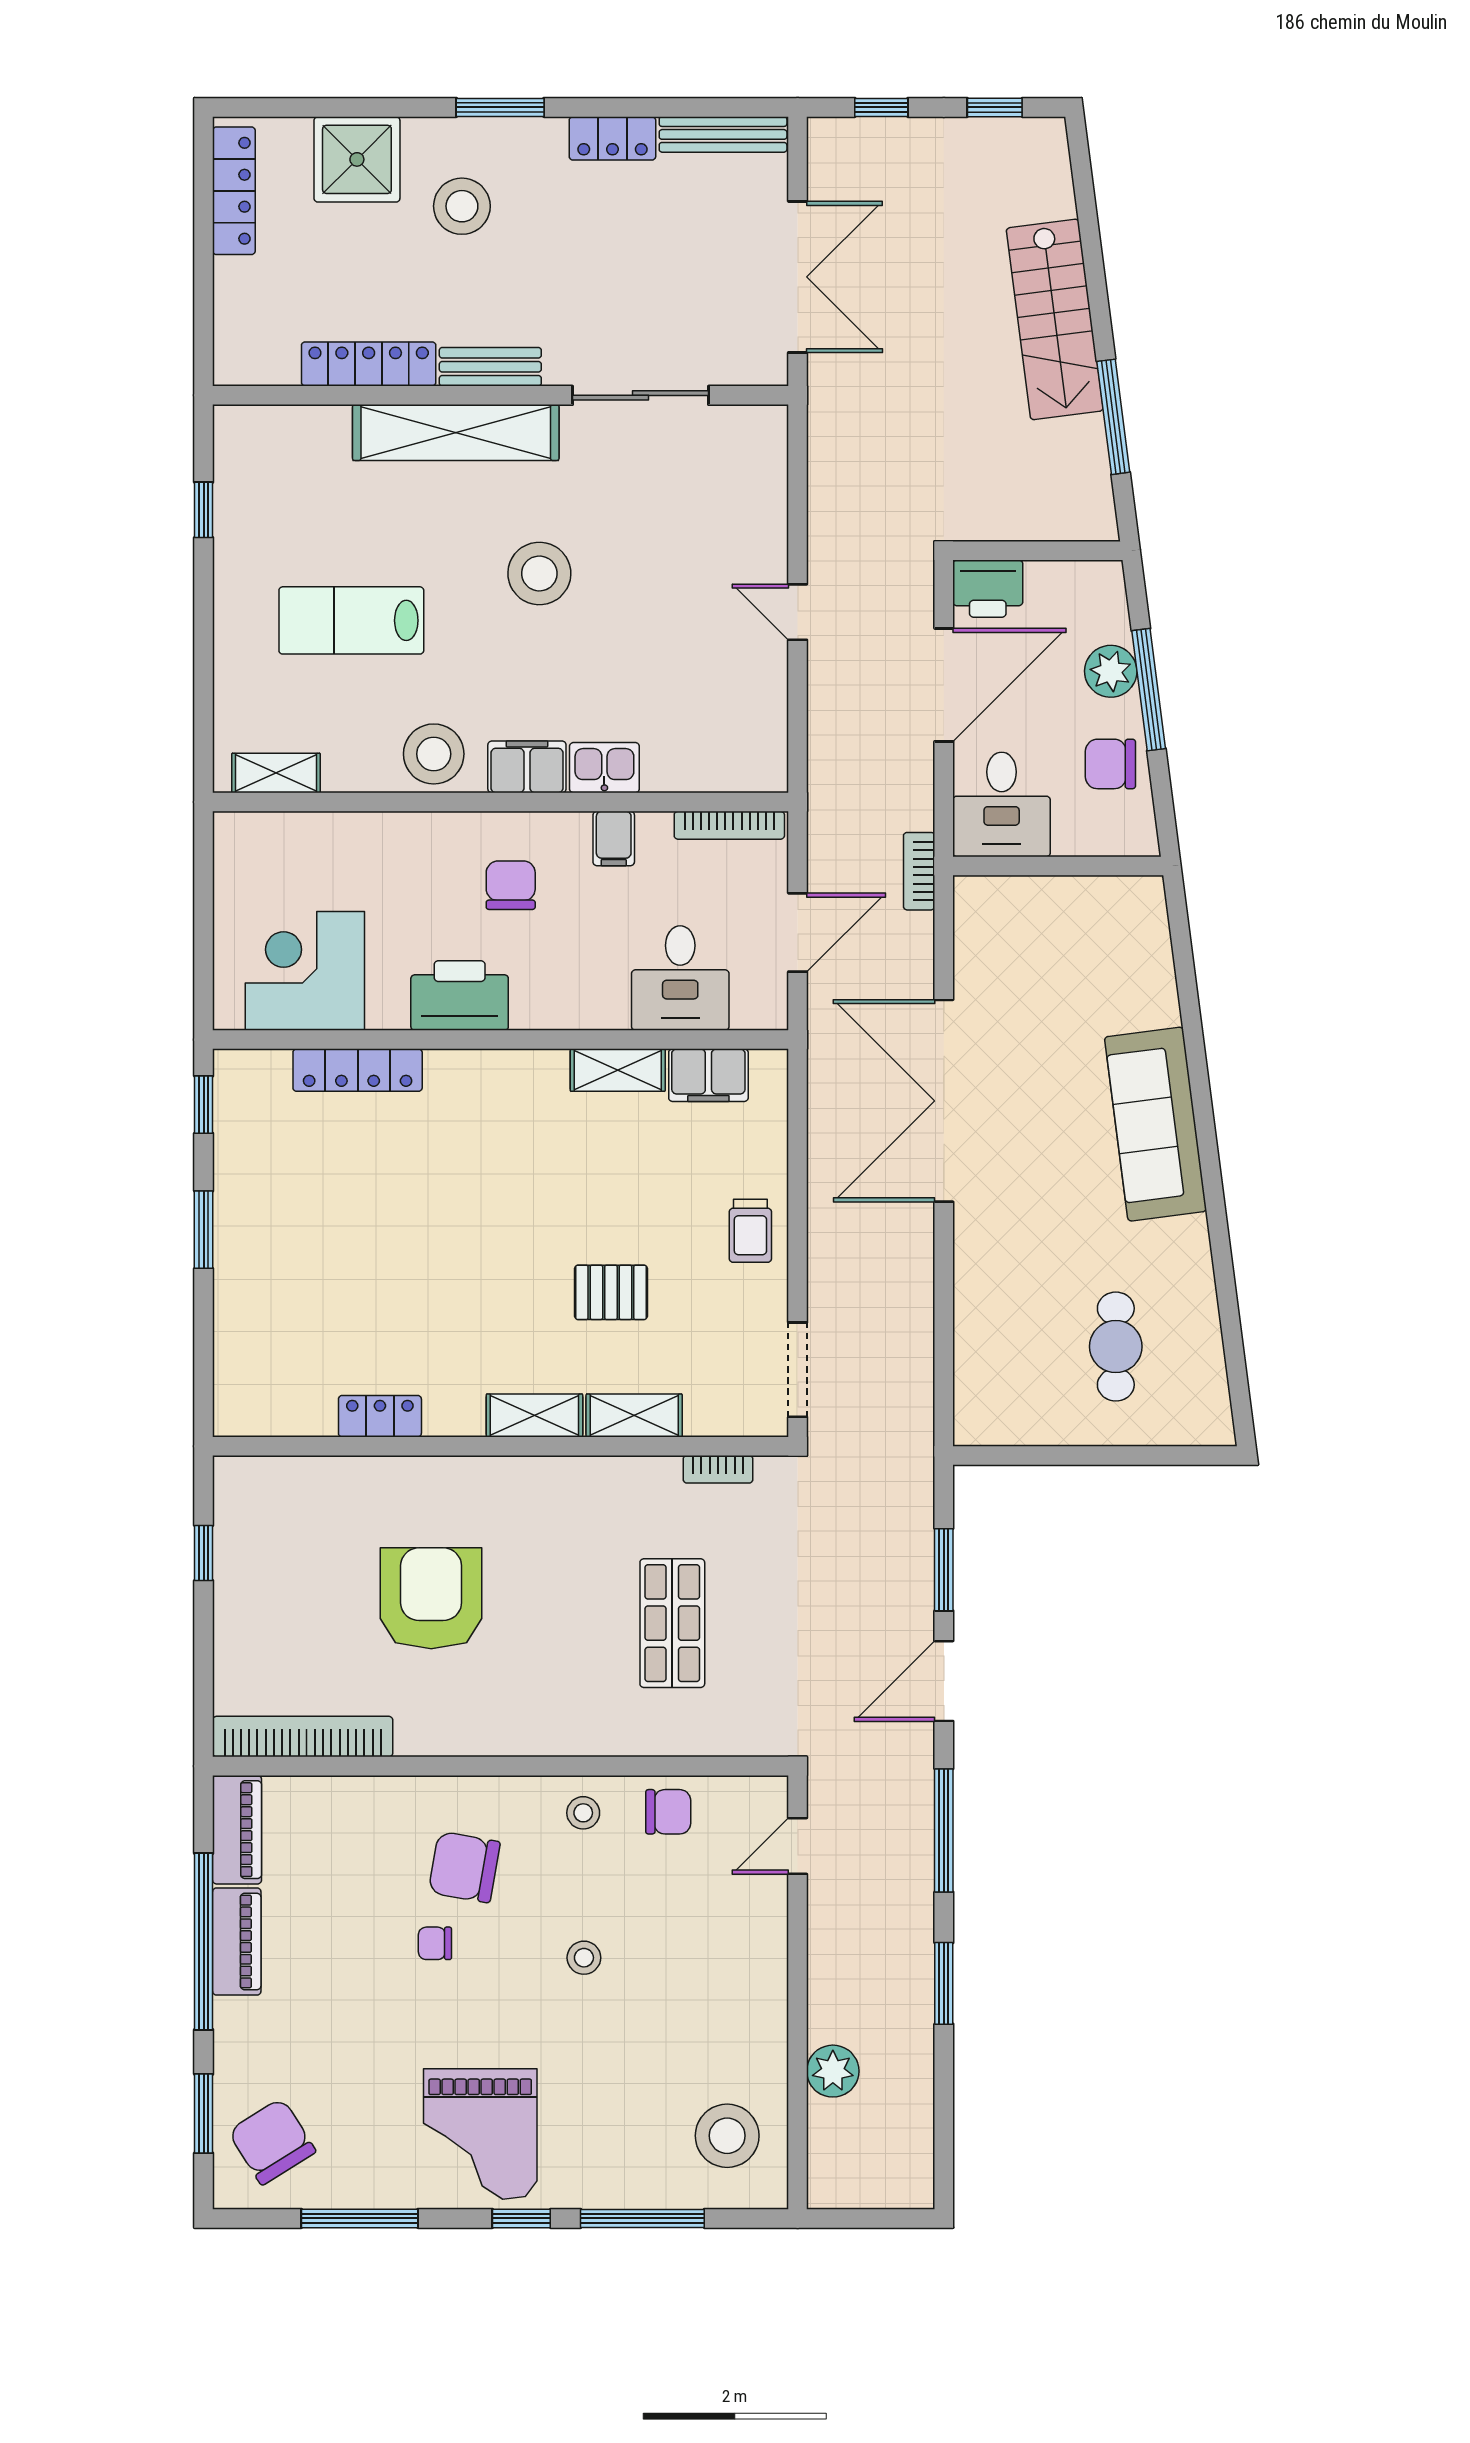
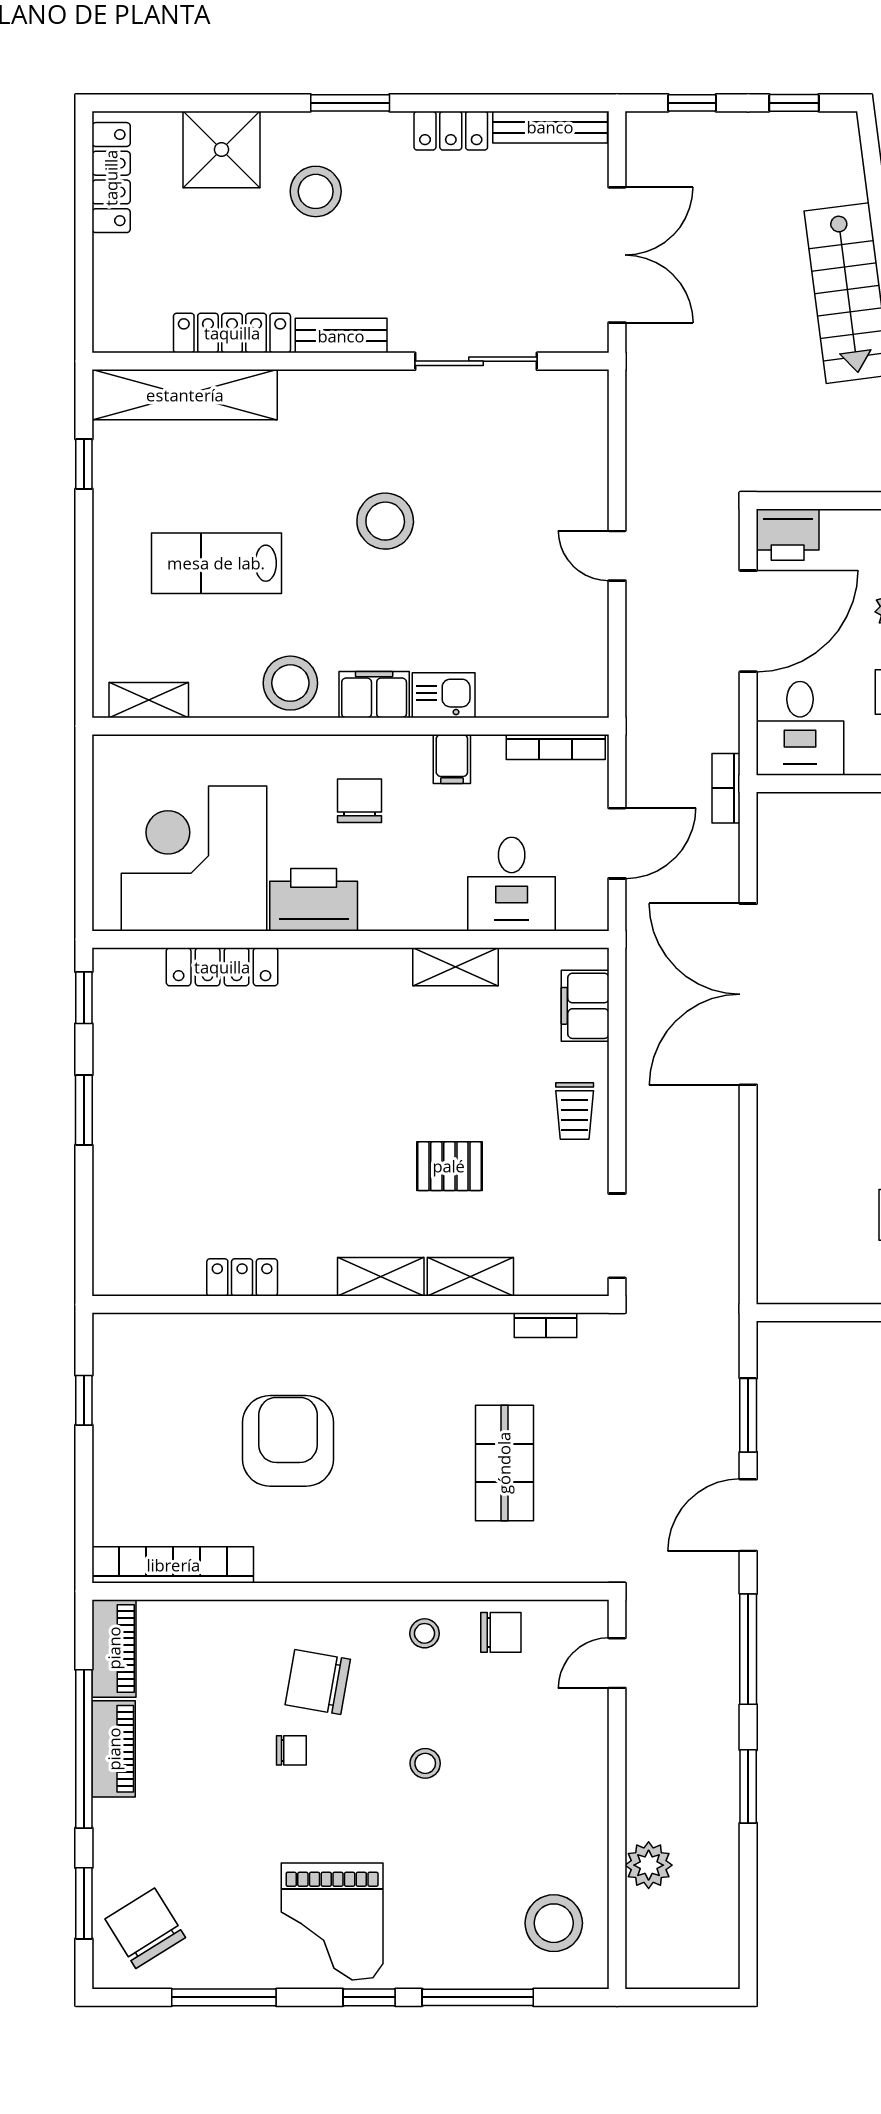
shelving: (456, 433) -> (185, 395), moved
corner desk: (305, 971) -> (194, 859), width x1.36, depth x1.36
filing cabinet: (708, 1075) -> (585, 1006), moved, turned 90
chair: (435, 1943) -> (291, 1750), turned 180

